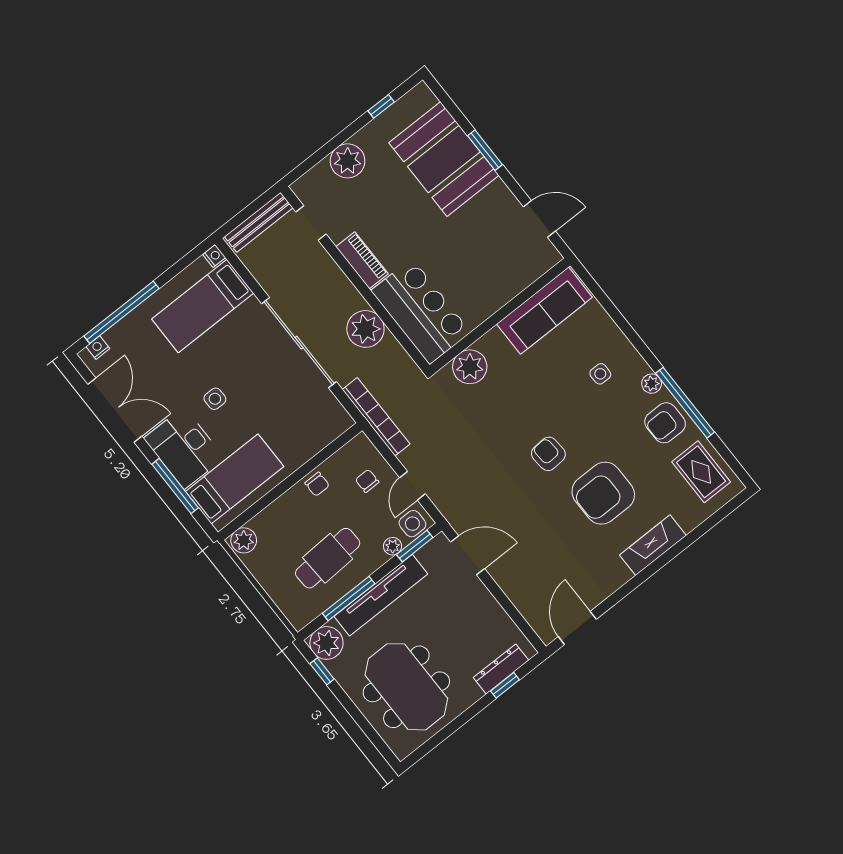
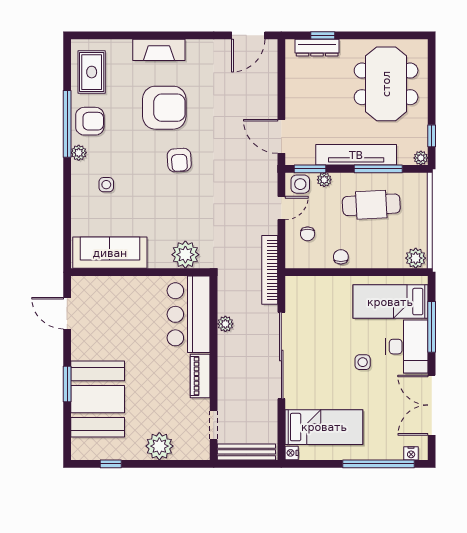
plant: (365, 329) -> (225, 324), width x0.53, depth x0.53
plant: (326, 643) -> (421, 158), width x0.53, depth x0.53

